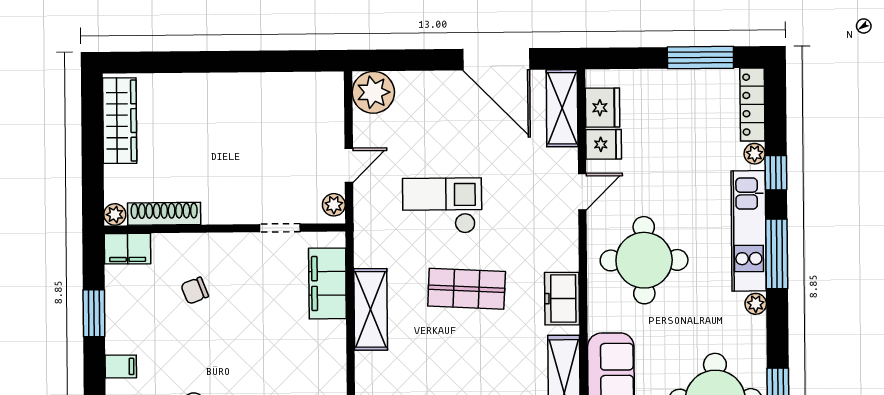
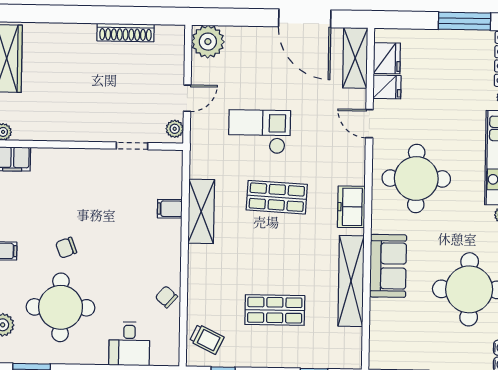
door: (582, 192) -> (369, 124), swing flipped
shoe rack: (164, 214) -> (126, 32), moved, turned 180
filing cabinet: (327, 283) -> (170, 209), width x0.33, depth x0.86
chair: (195, 291) -> (66, 248), moved

